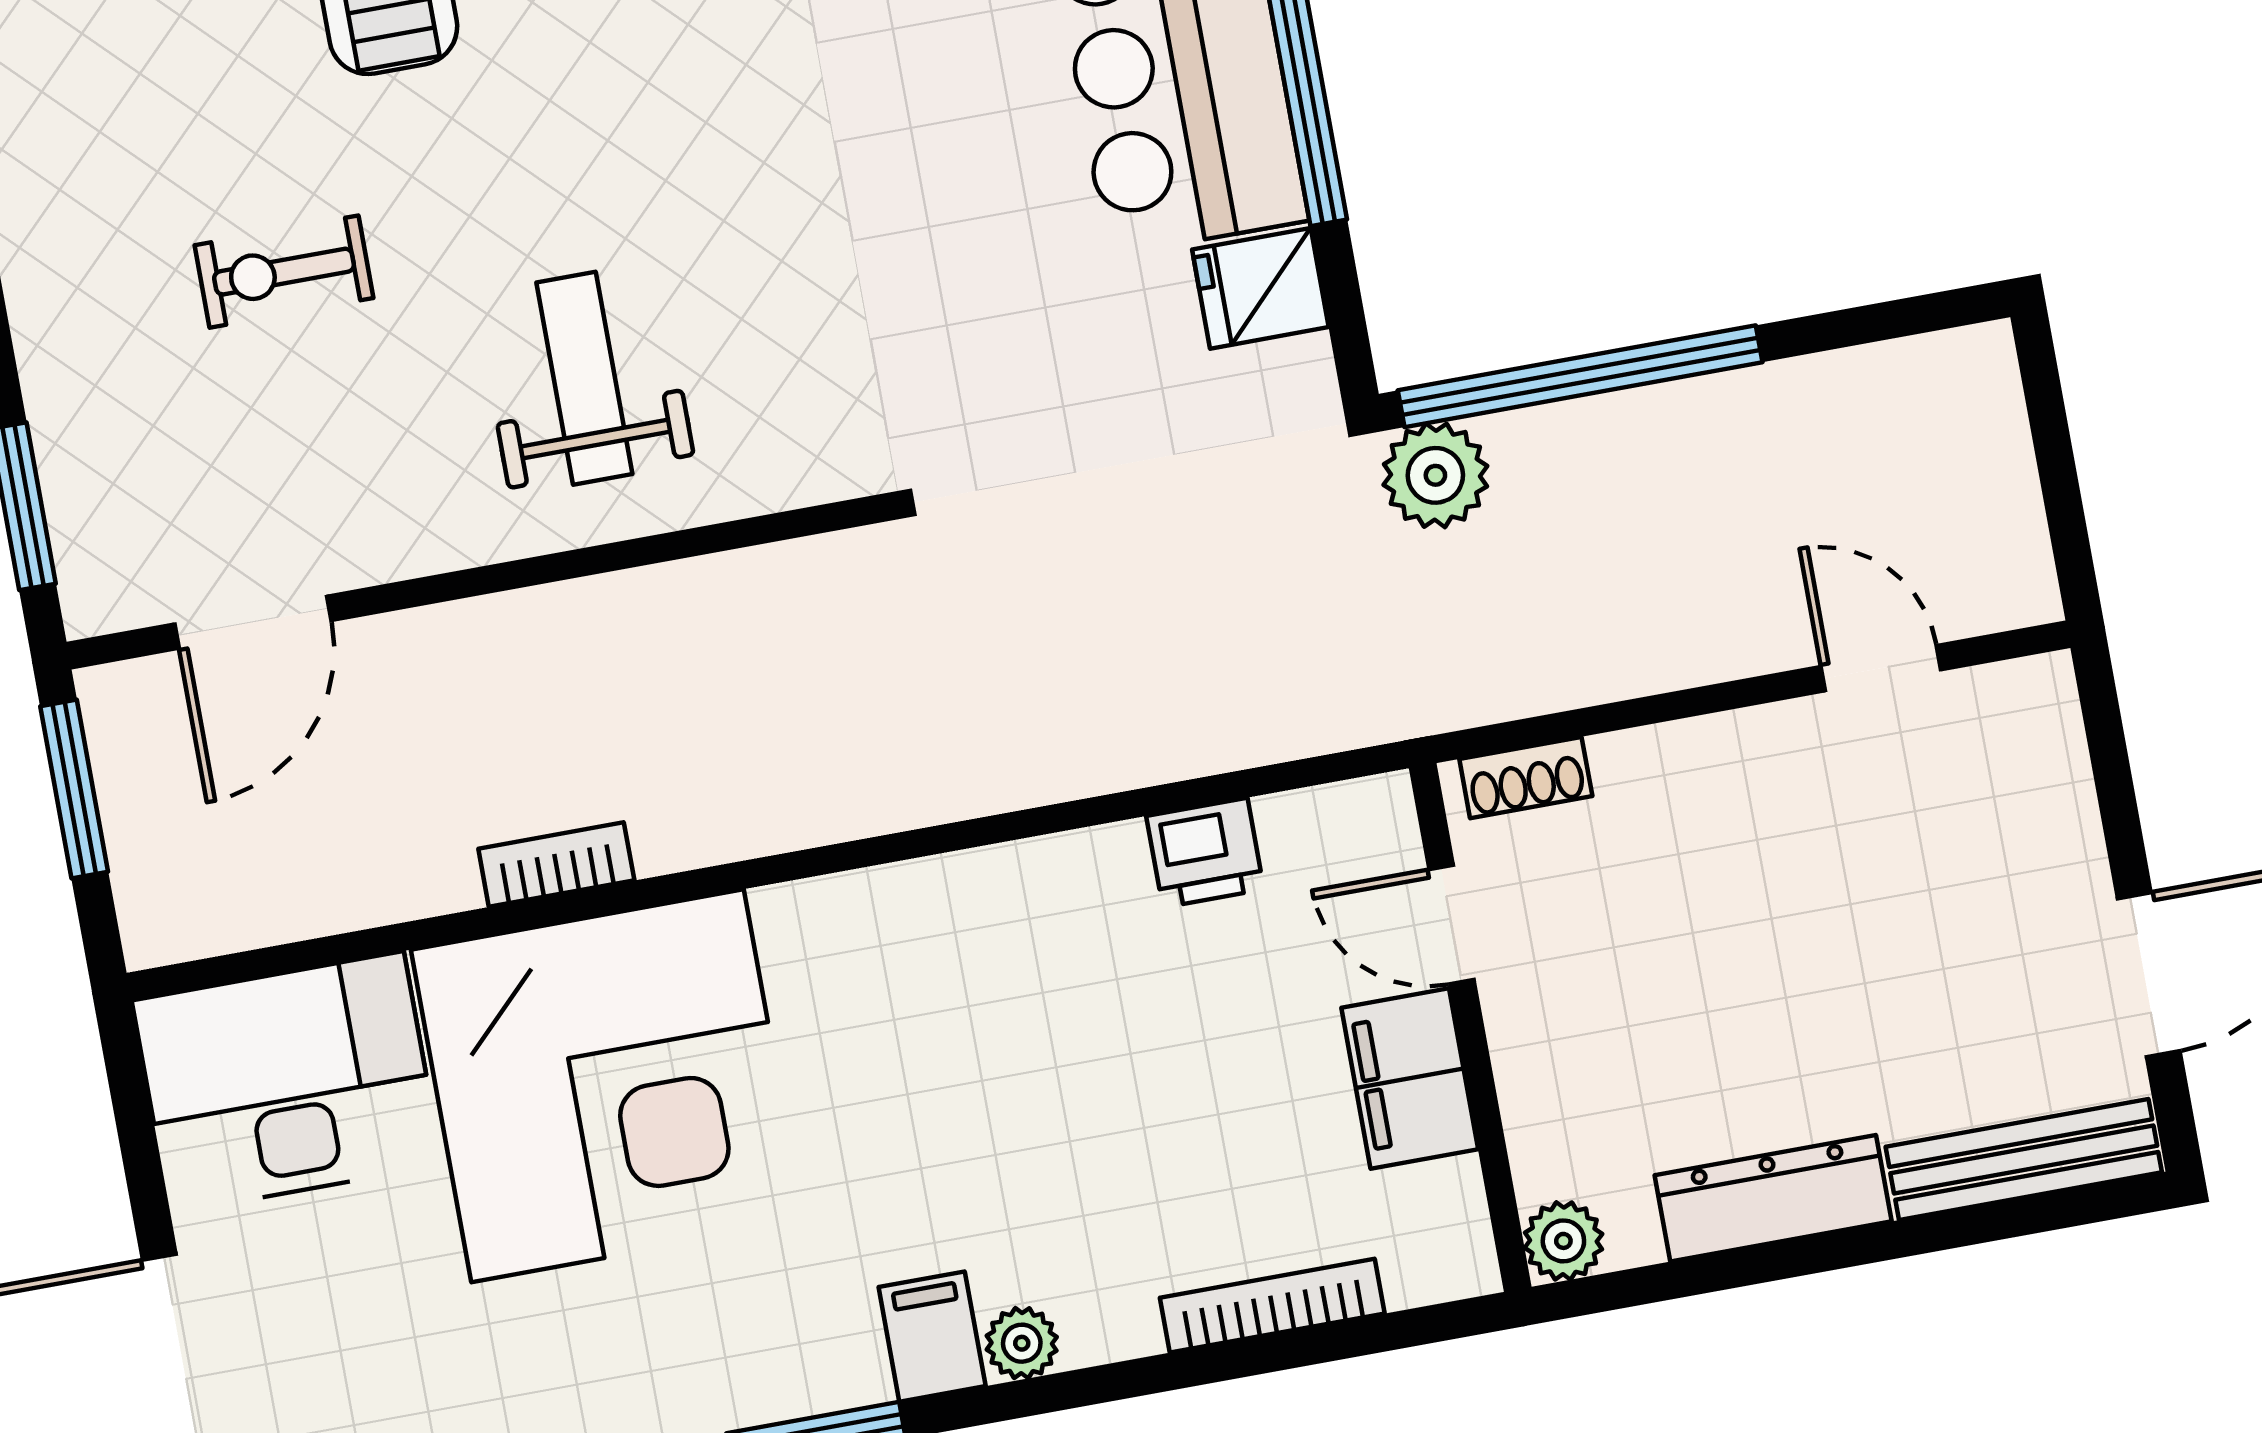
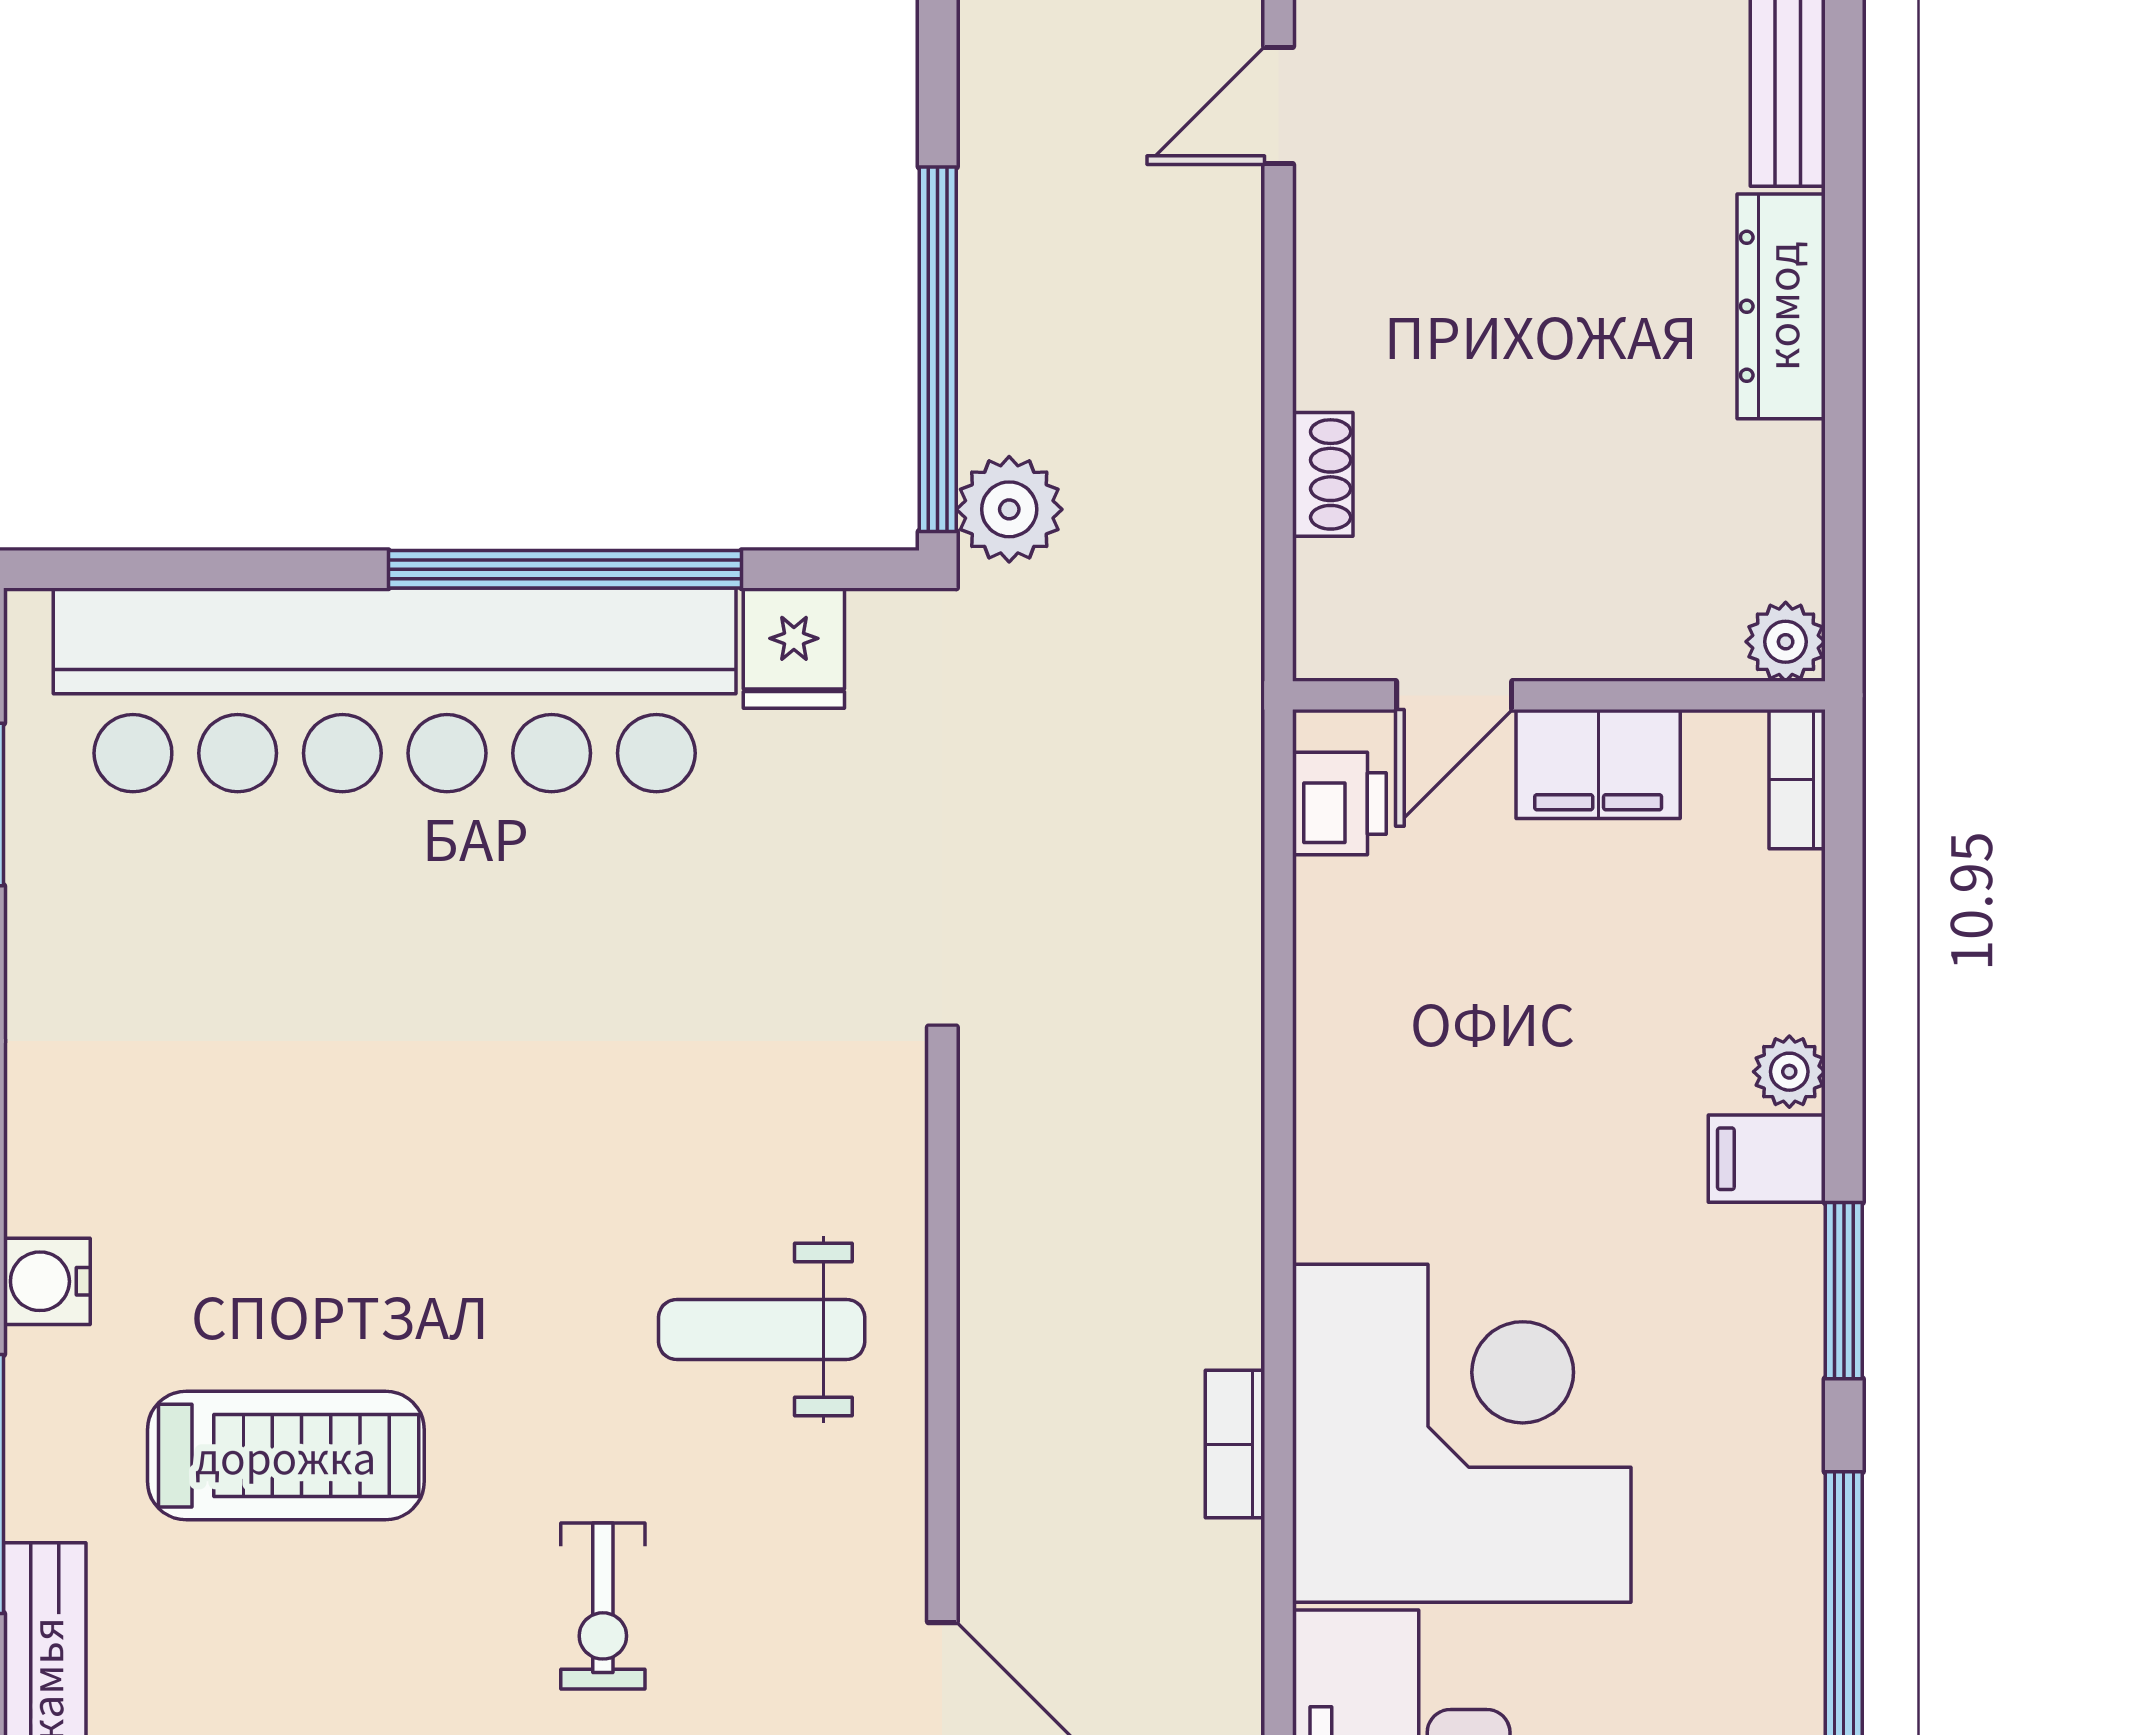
door: (1452, 925) -> (1454, 695), moved
wall: (1470, 1028) -> (1559, 695), moved
filing cabinet: (1410, 1078) -> (1598, 764), moved
plant: (1563, 1241) -> (1786, 642), moved
bookcase: (1272, 1306) -> (1797, 779), width x0.64

